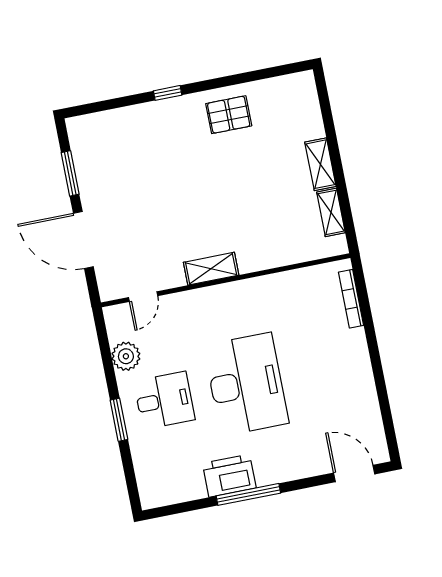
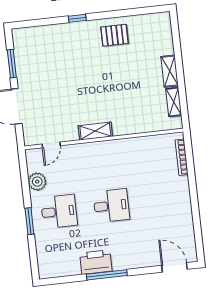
desk: (246, 384) -> (111, 206), width x0.53, depth x0.77

